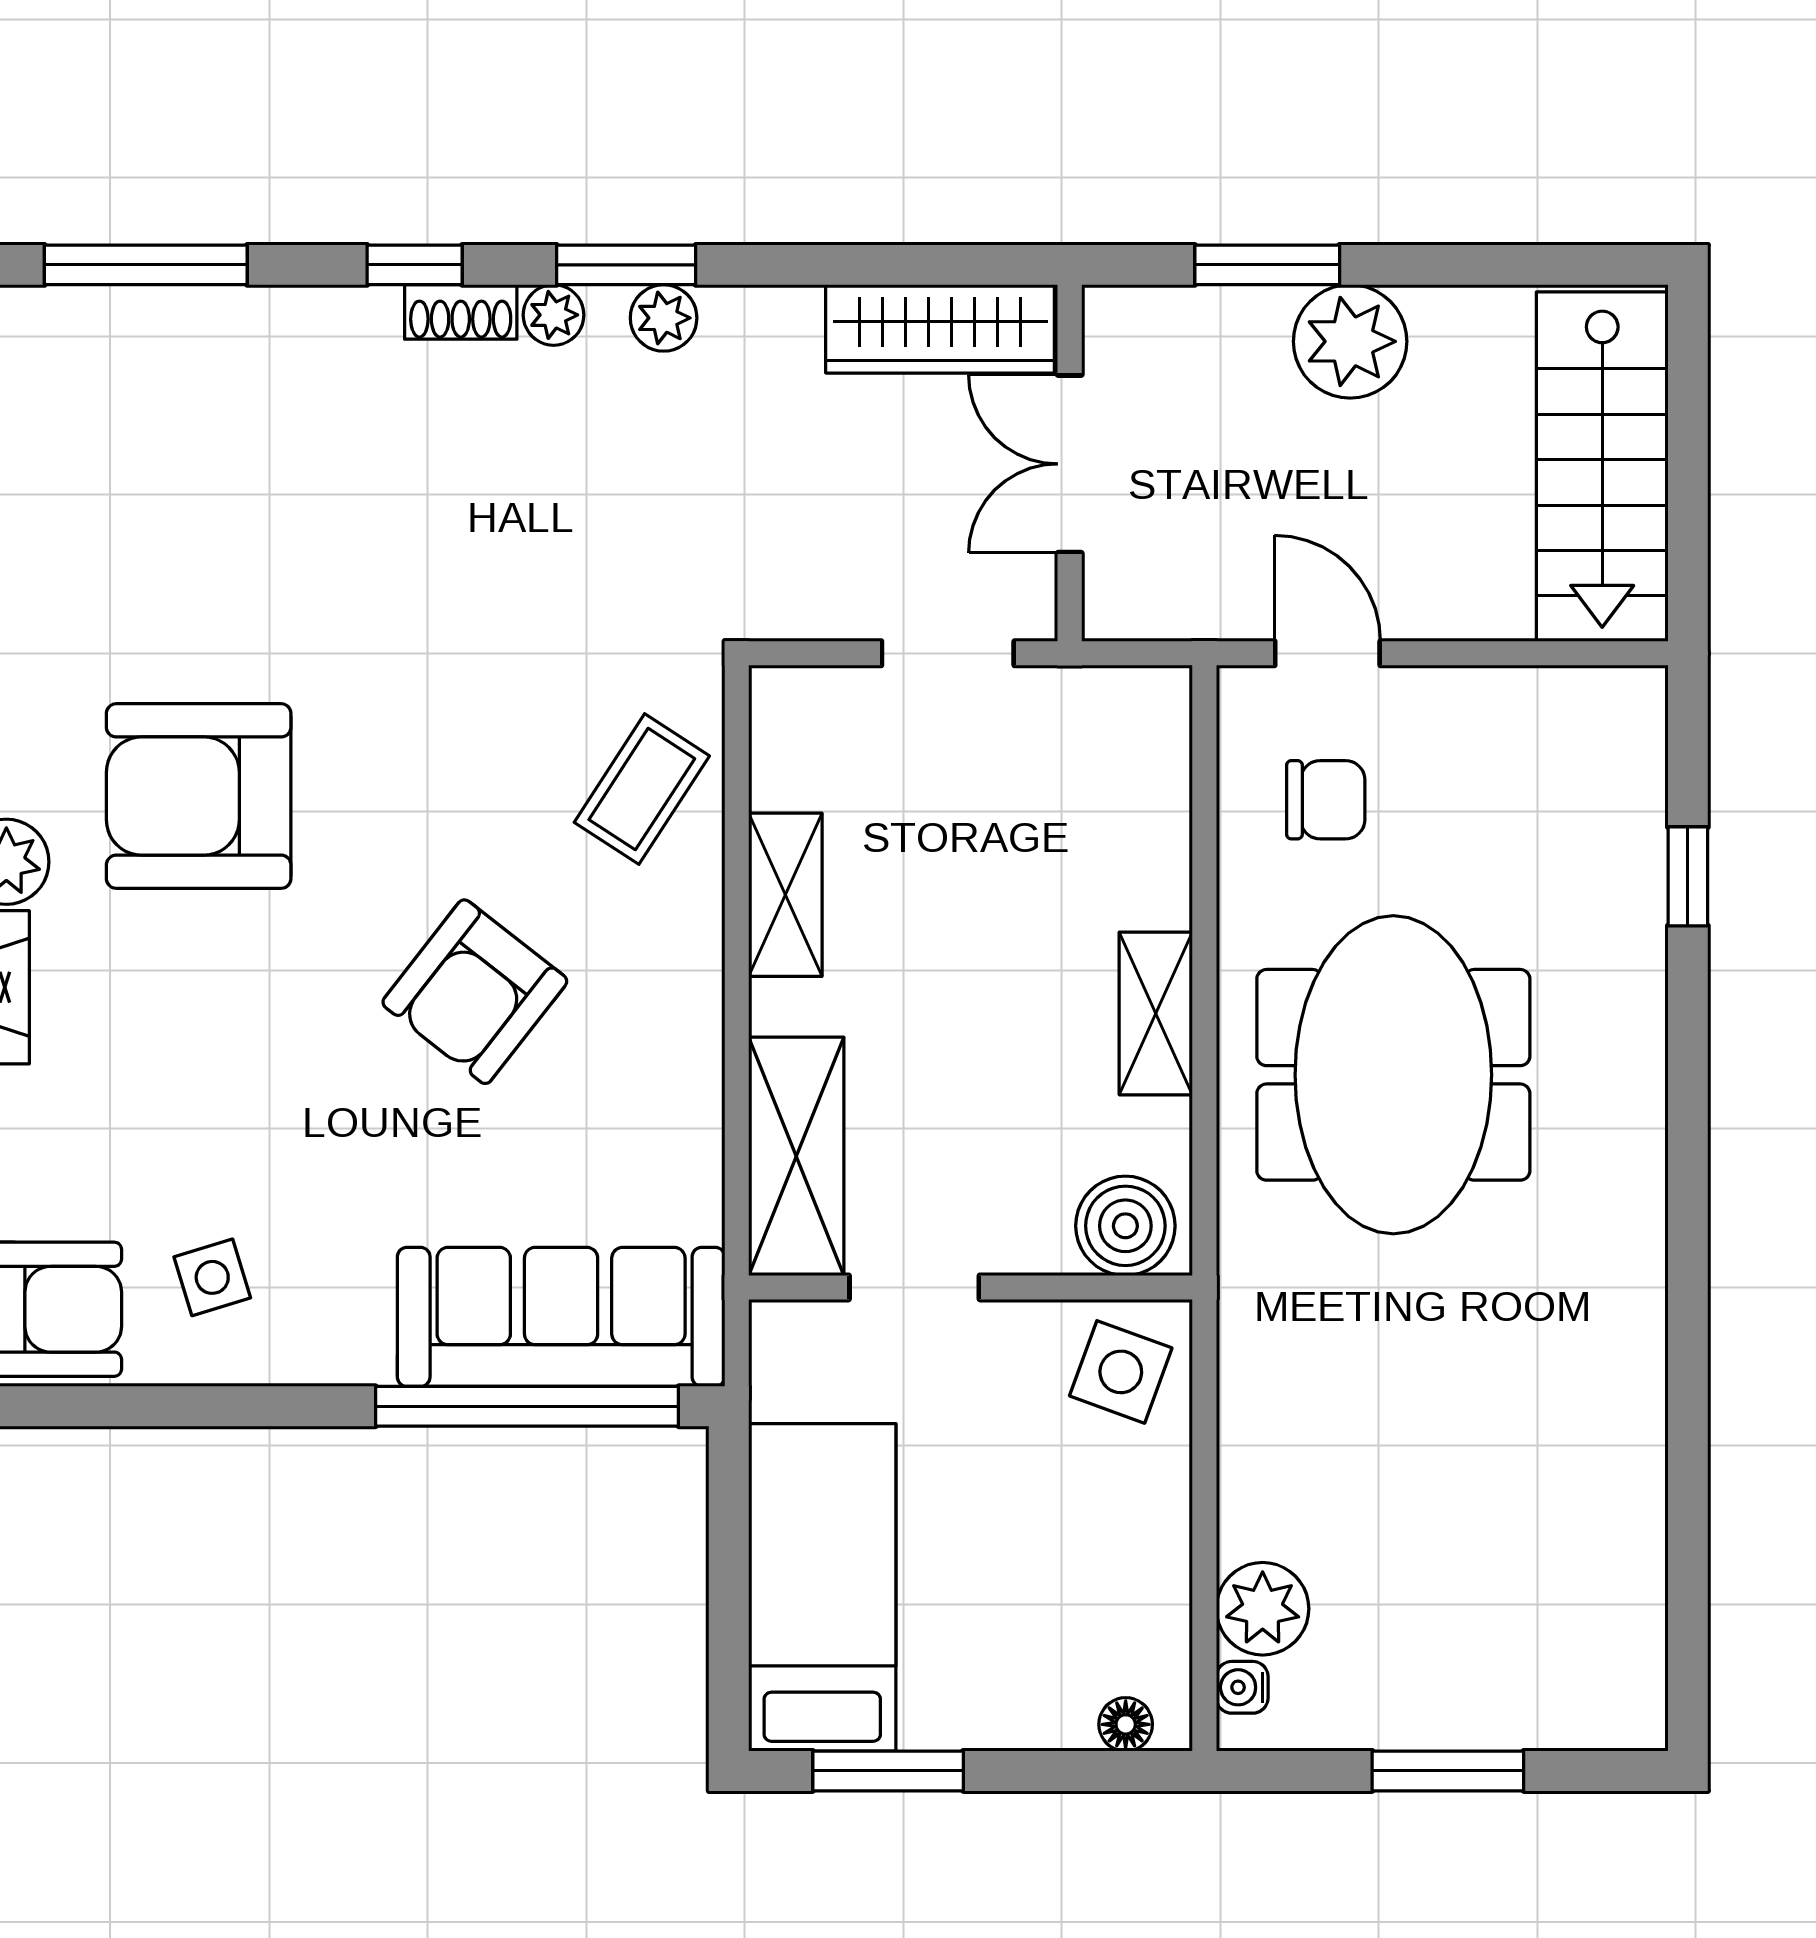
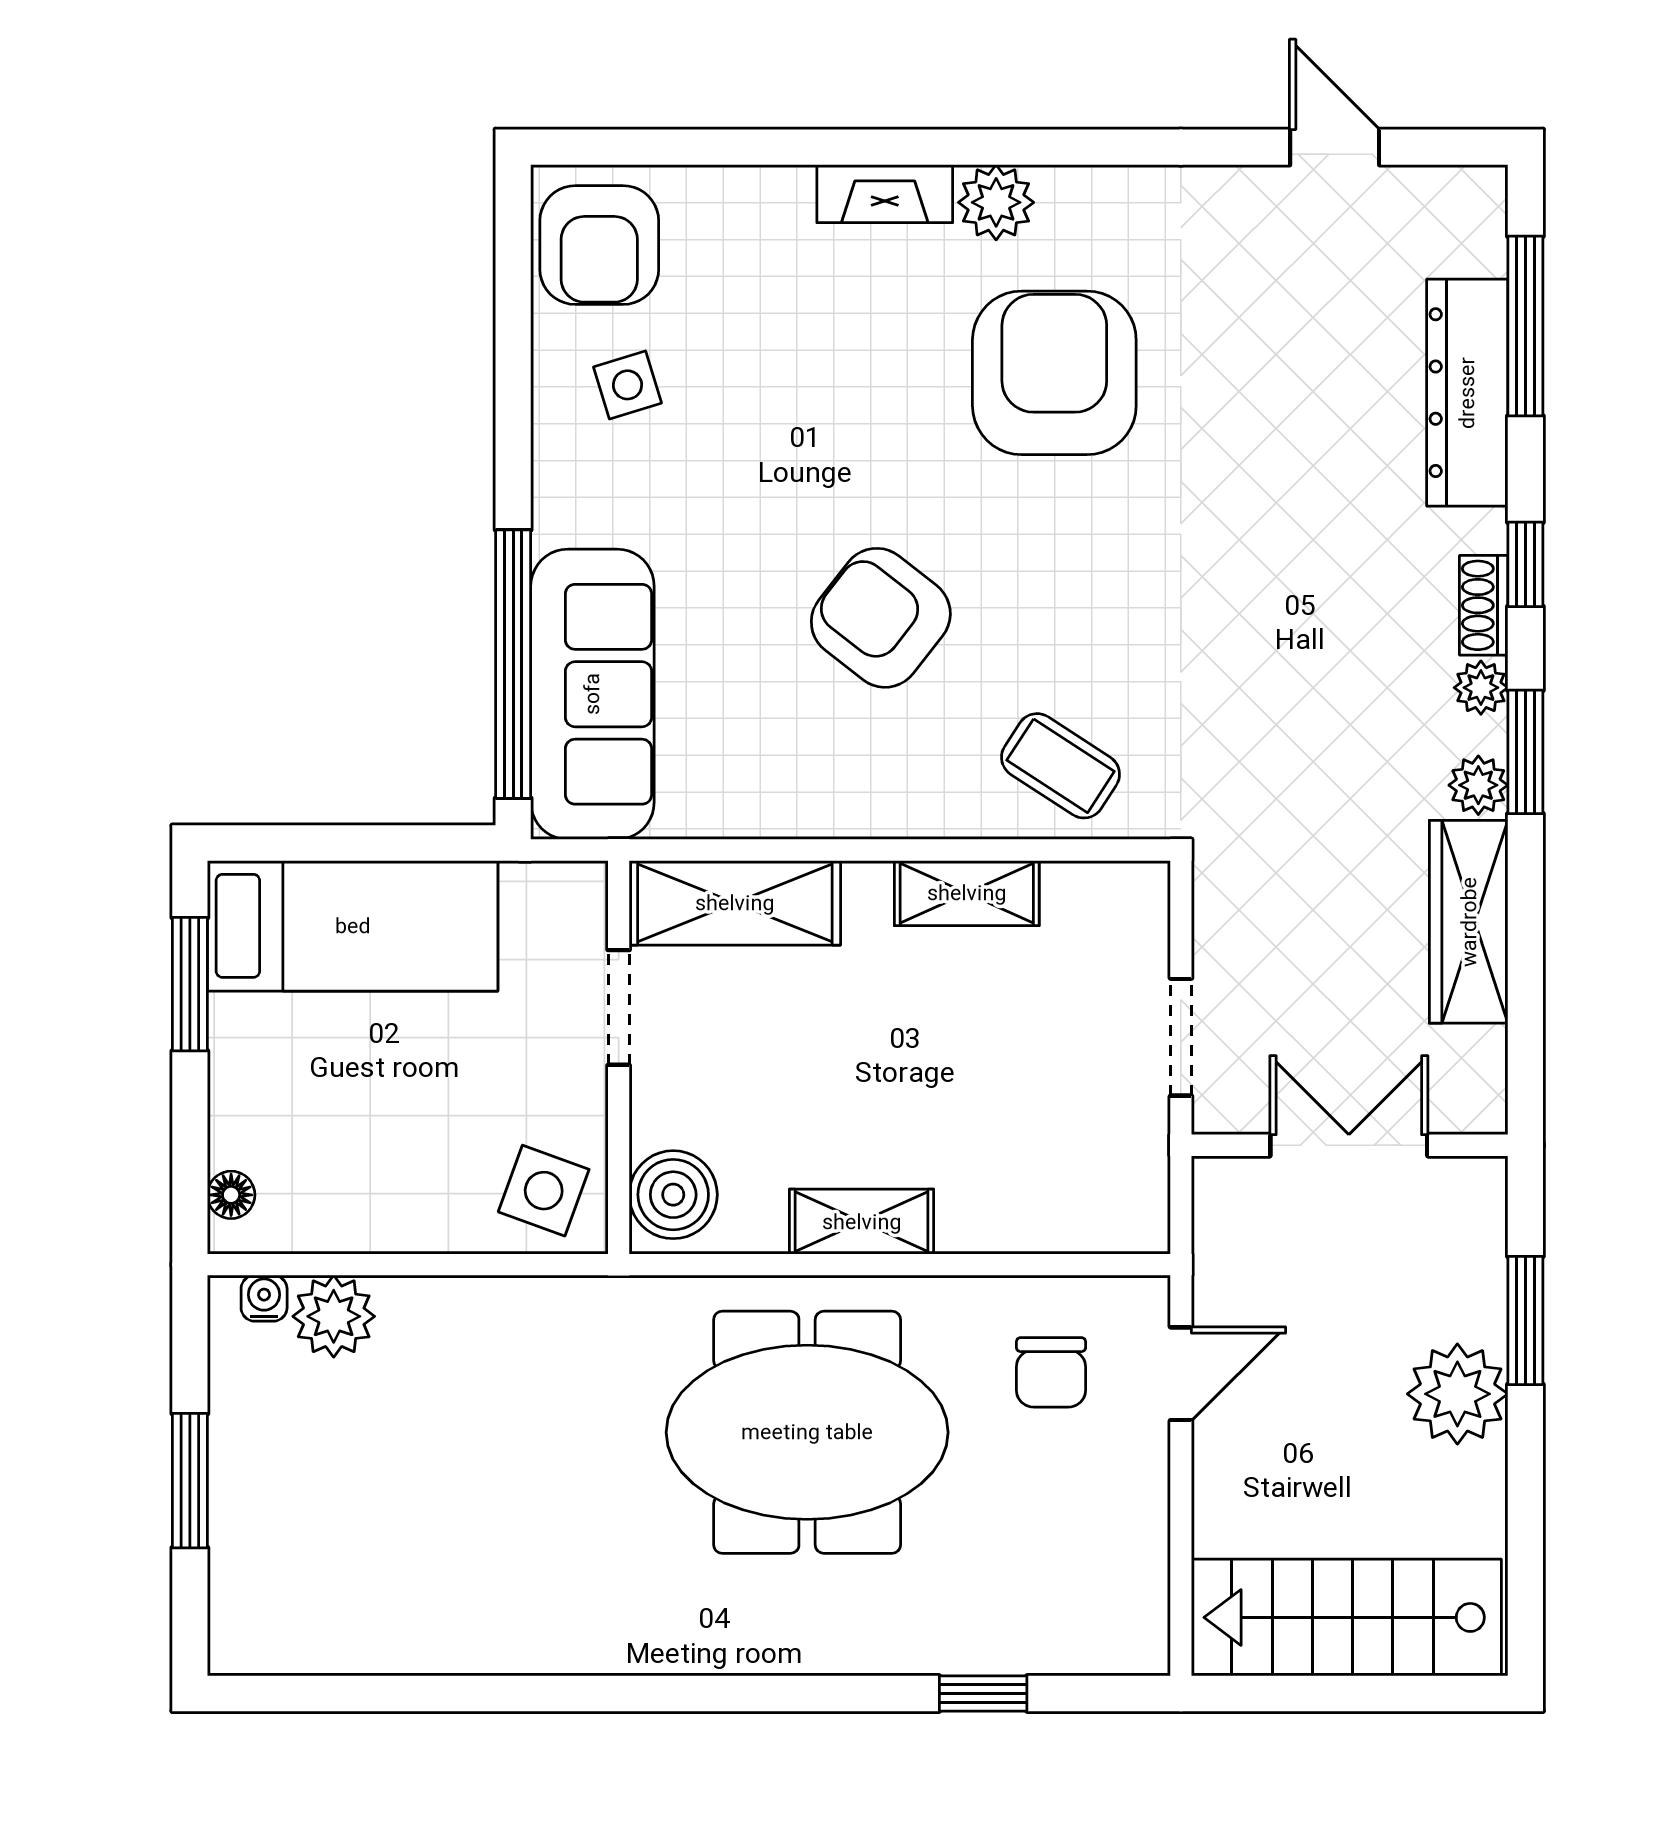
wardrobe: (940, 329) -> (1469, 922), moved
dresser: (221, 330) -> (1467, 393), added

